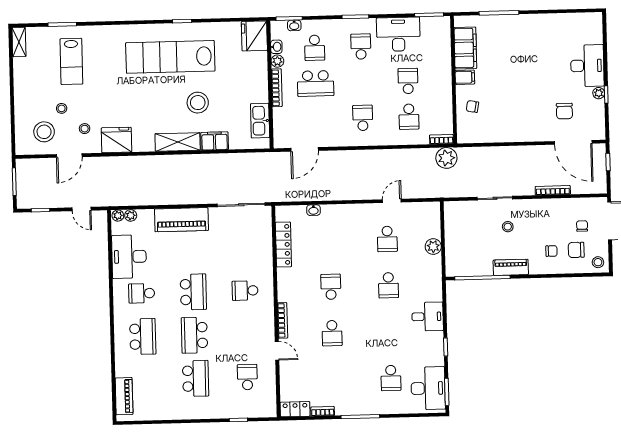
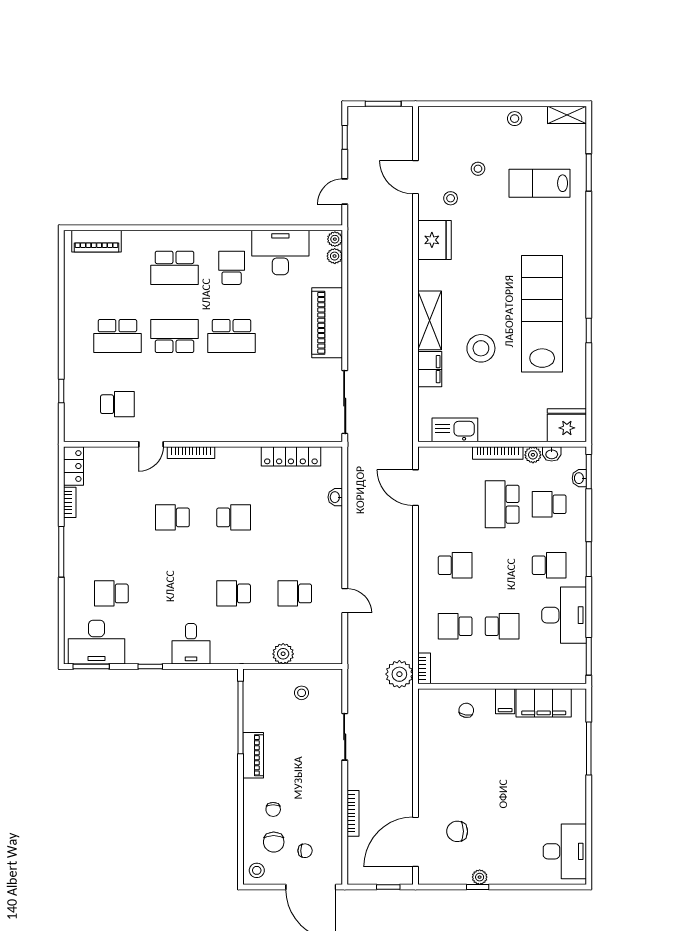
desk: (587, 66) -> (565, 851), moved, turned -90
stool: (44, 132) -> (515, 119), moved, width x0.53, depth x0.53
stool: (508, 227) -> (302, 693), moved
chair: (576, 250) -> (274, 842), turned 180
school desk: (245, 291) -> (232, 404), removed

